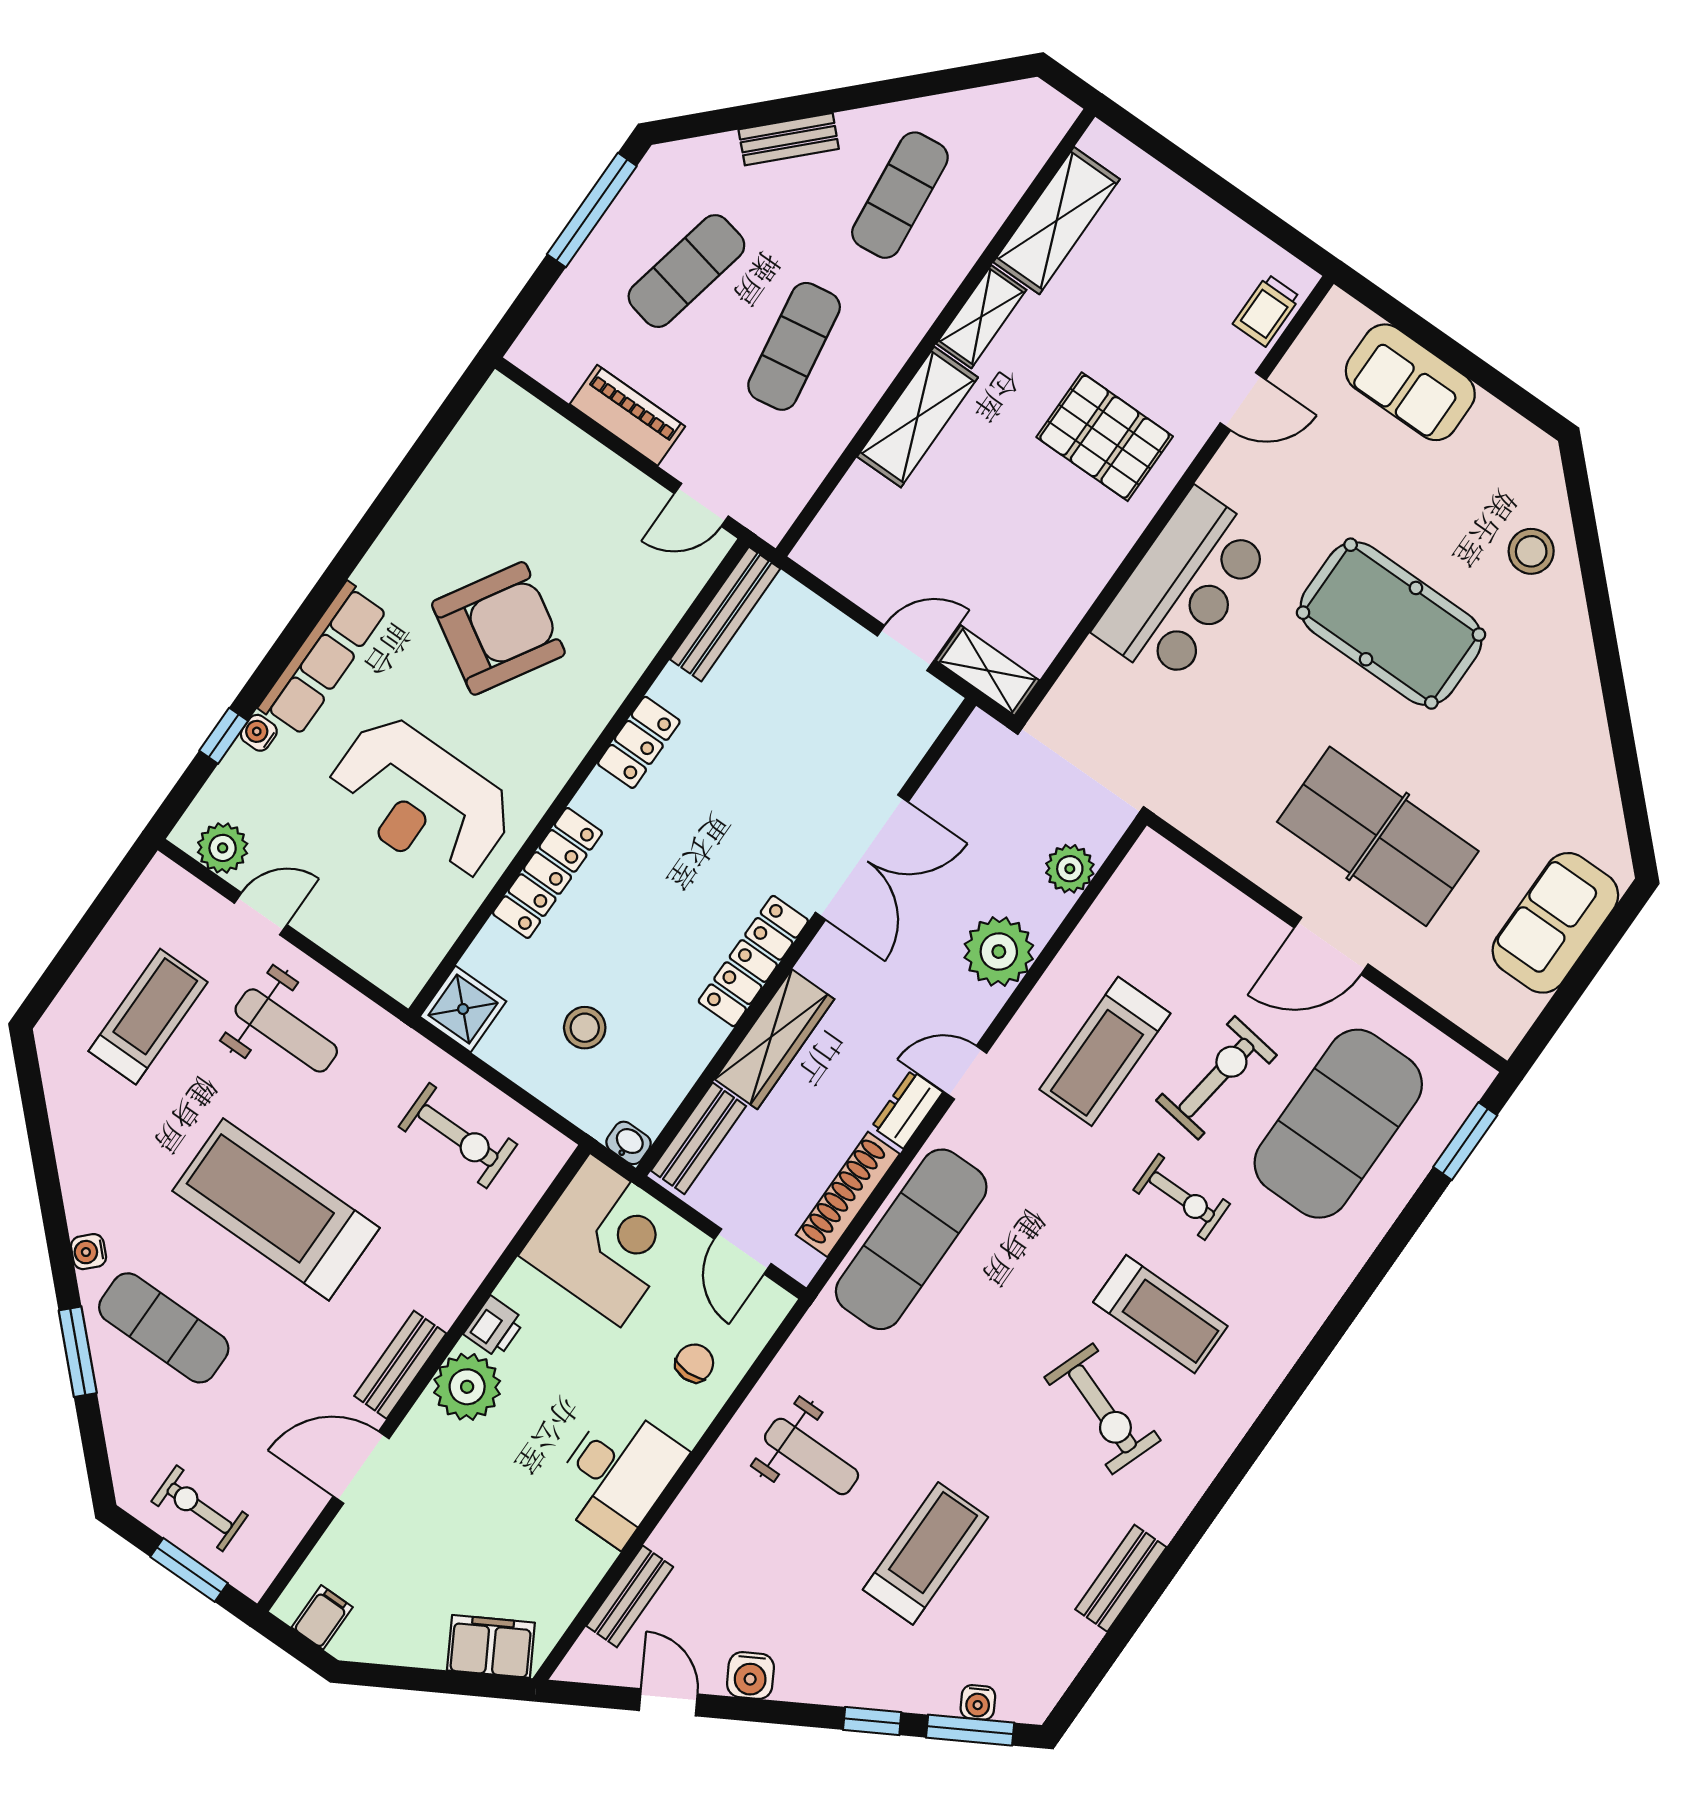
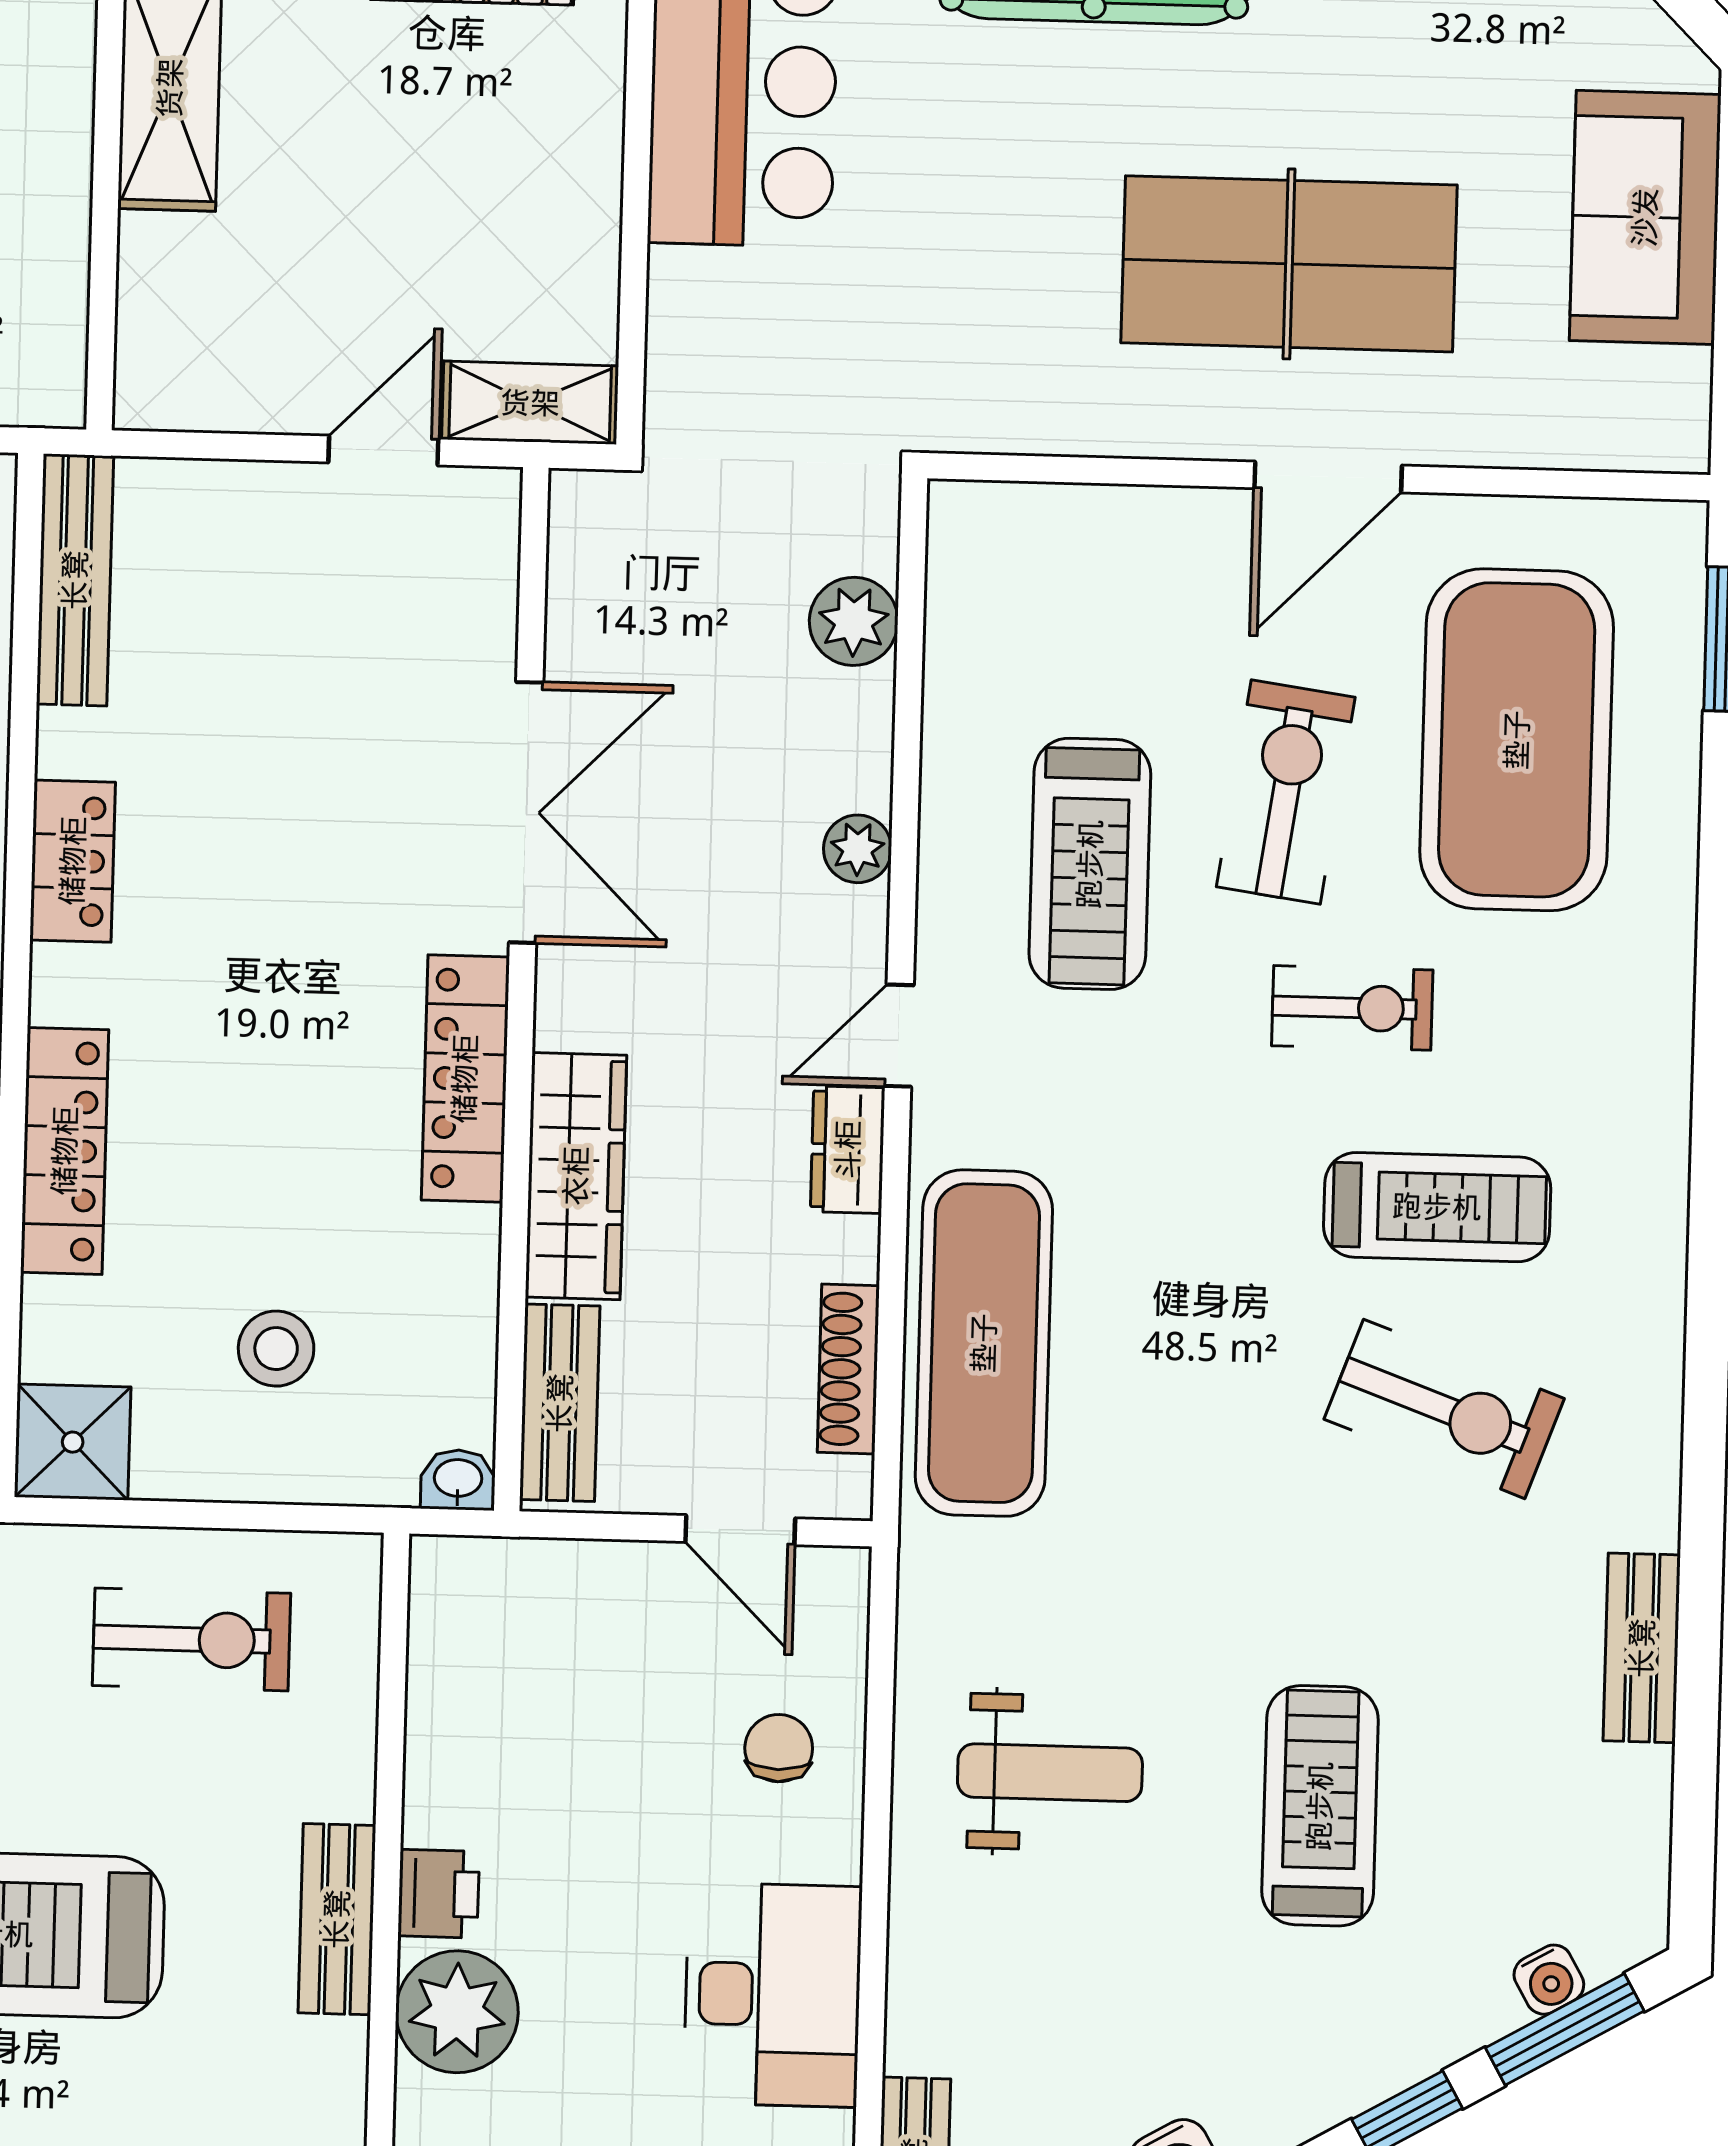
plant: (999, 952) -> (858, 849), width x0.53, depth x0.53
shoe rack: (848, 1194) -> (848, 1369), width x0.74, depth x0.81
corner desk: (605, 1240) -> (520, 1651), removed
bench: (400, 1365) -> (337, 1919), moved

